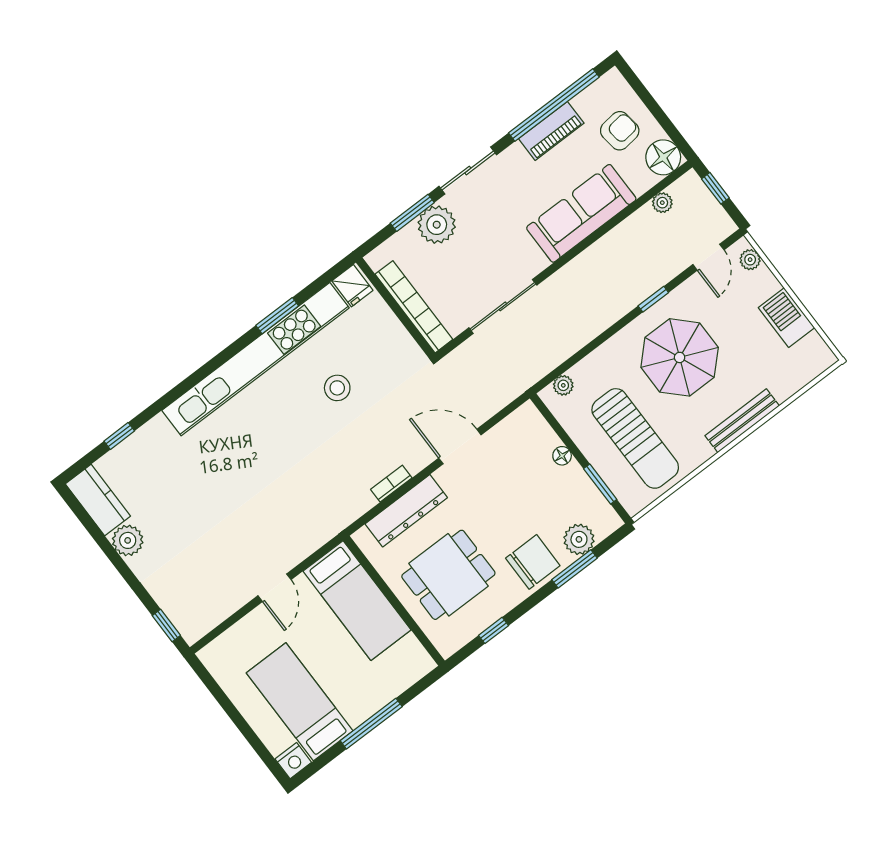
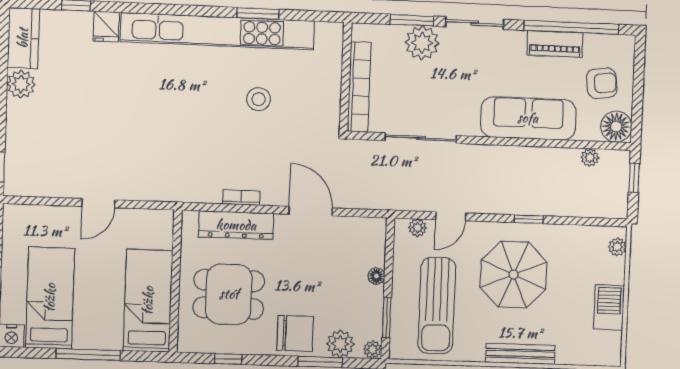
door: (708, 257) -> (451, 216), moved
fridge: (352, 286) -> (106, 27), moved
plant: (611, 522) -> (373, 350), added
bed: (357, 601) -> (148, 301), moved, turned 180

